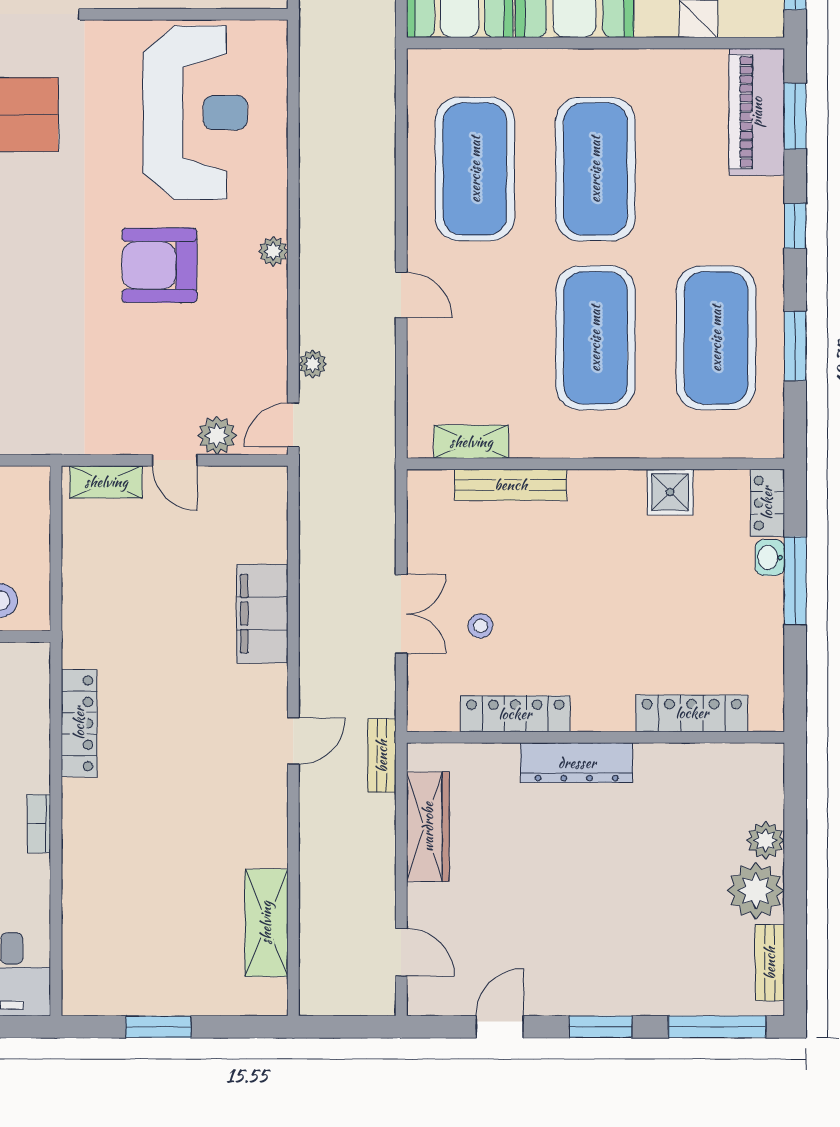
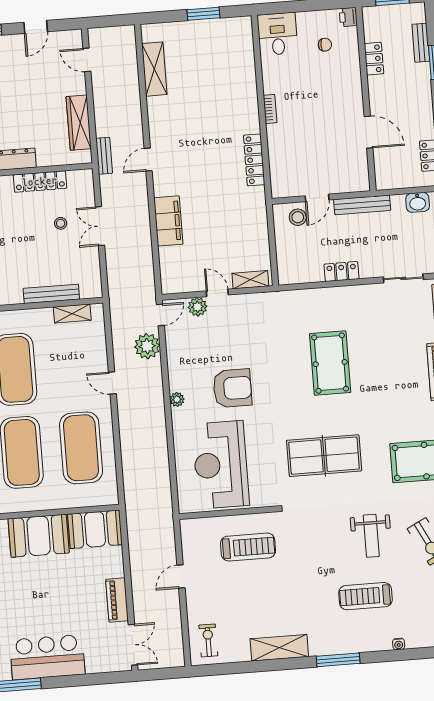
plant: (313, 364) -> (147, 346), width x1.87, depth x1.87

